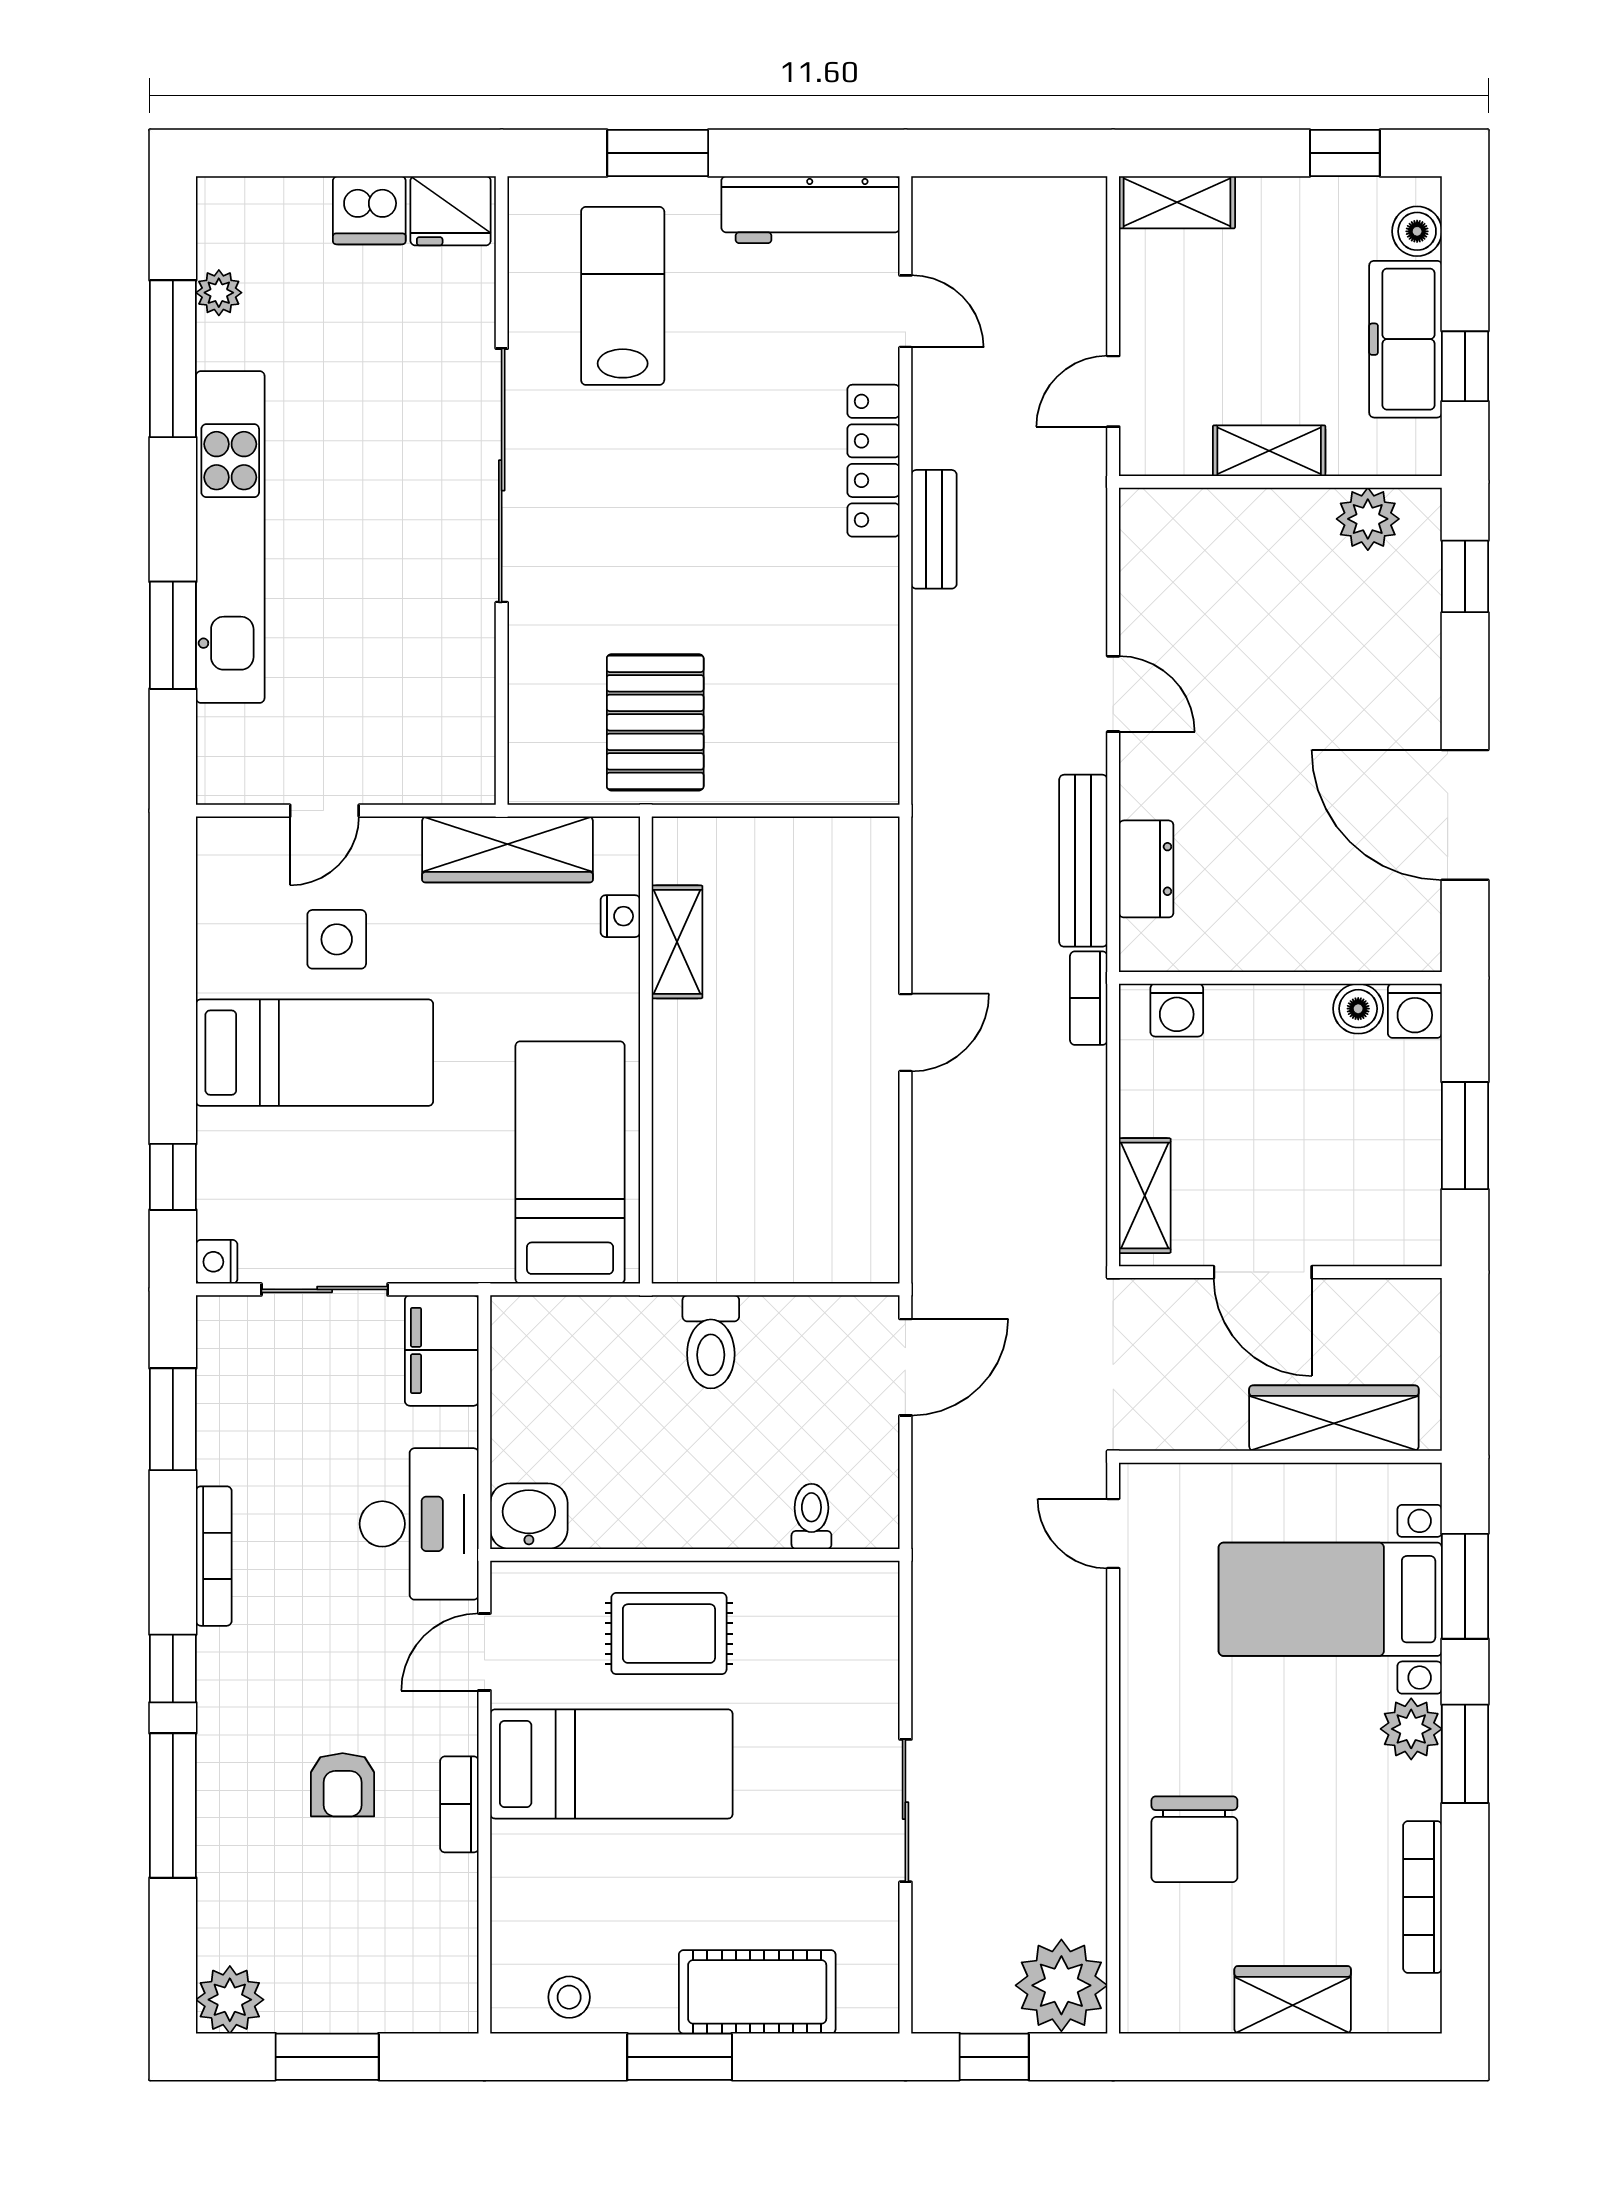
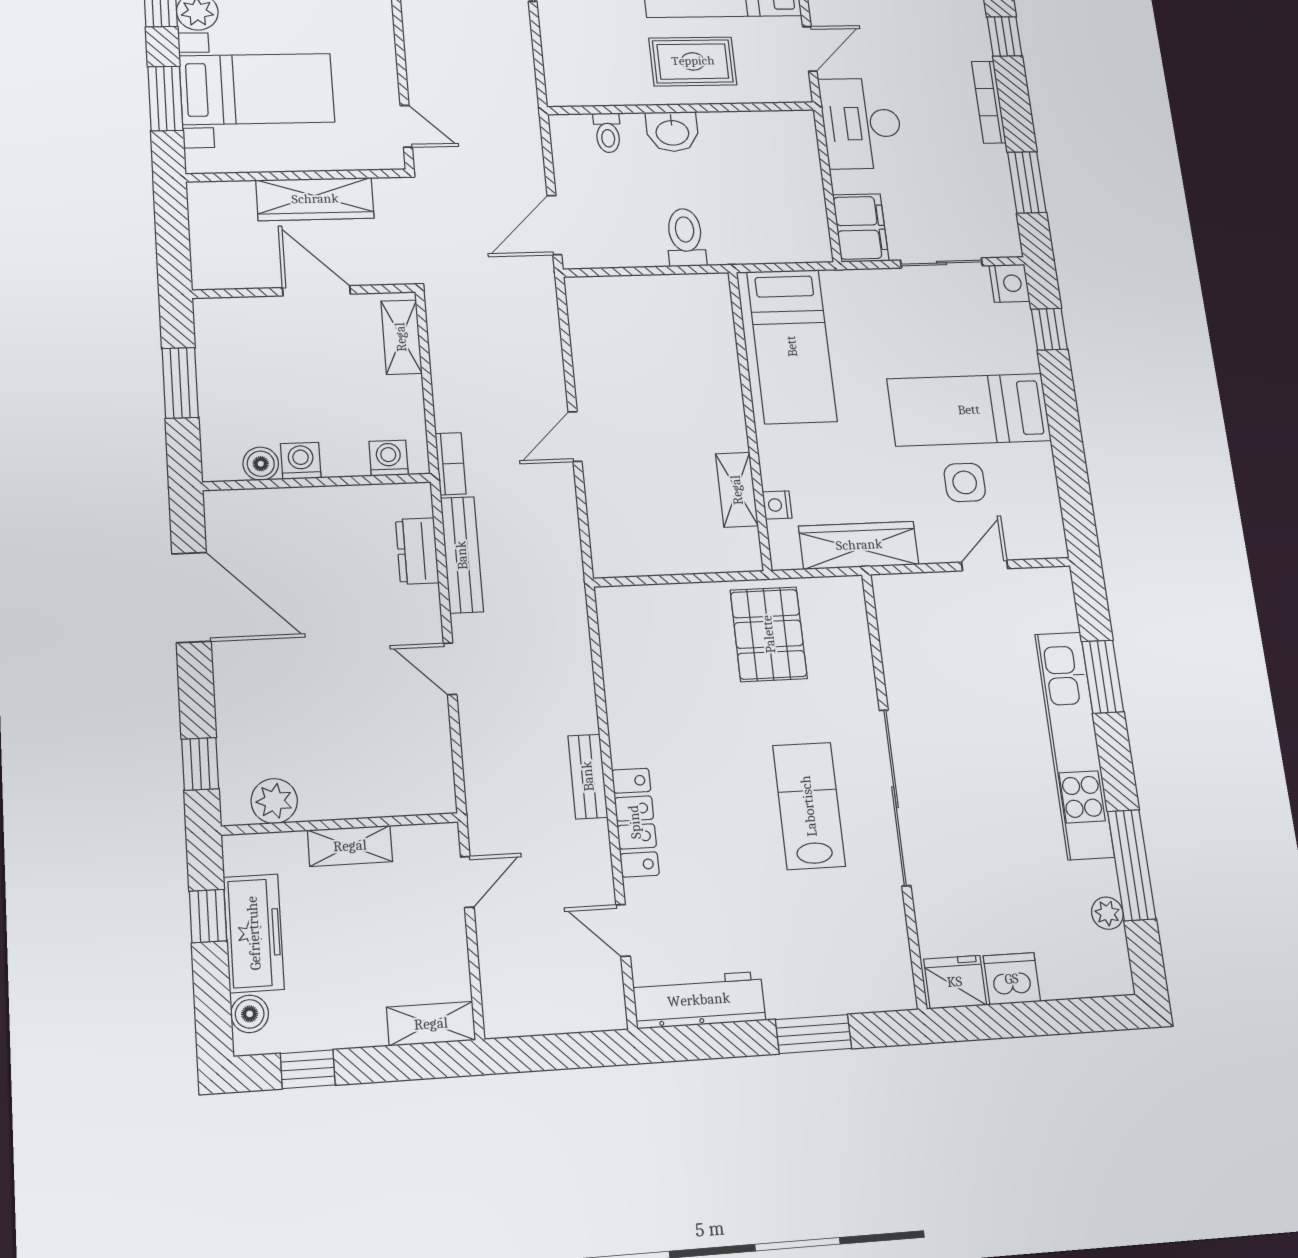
lab bench: (623, 296) -> (809, 806), moved, turned 180
washing machine: (1415, 1011) -> (301, 461), moved
nightstand: (217, 1262) -> (1010, 283), width x1.39, depth x1.35
wardrobe: (1334, 1418) -> (315, 199), moved
washbasin: (529, 1516) -> (672, 132), moved

